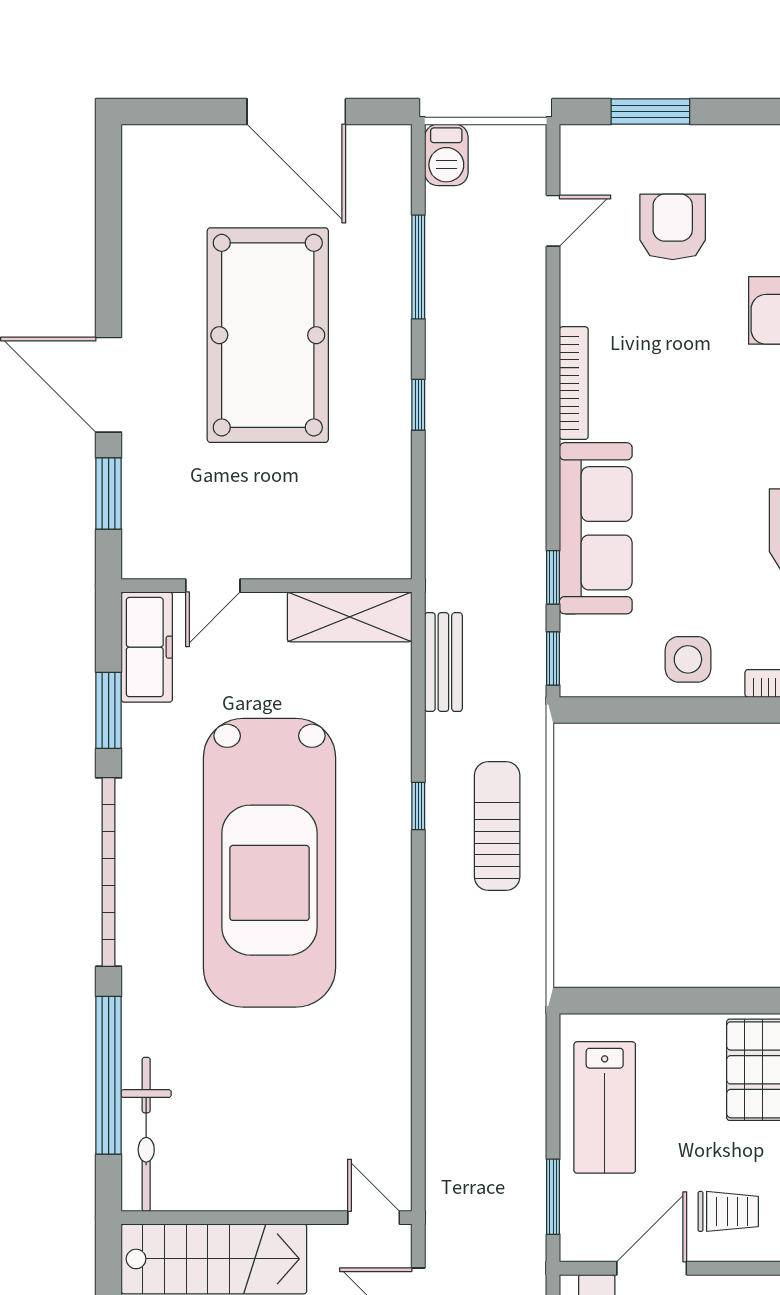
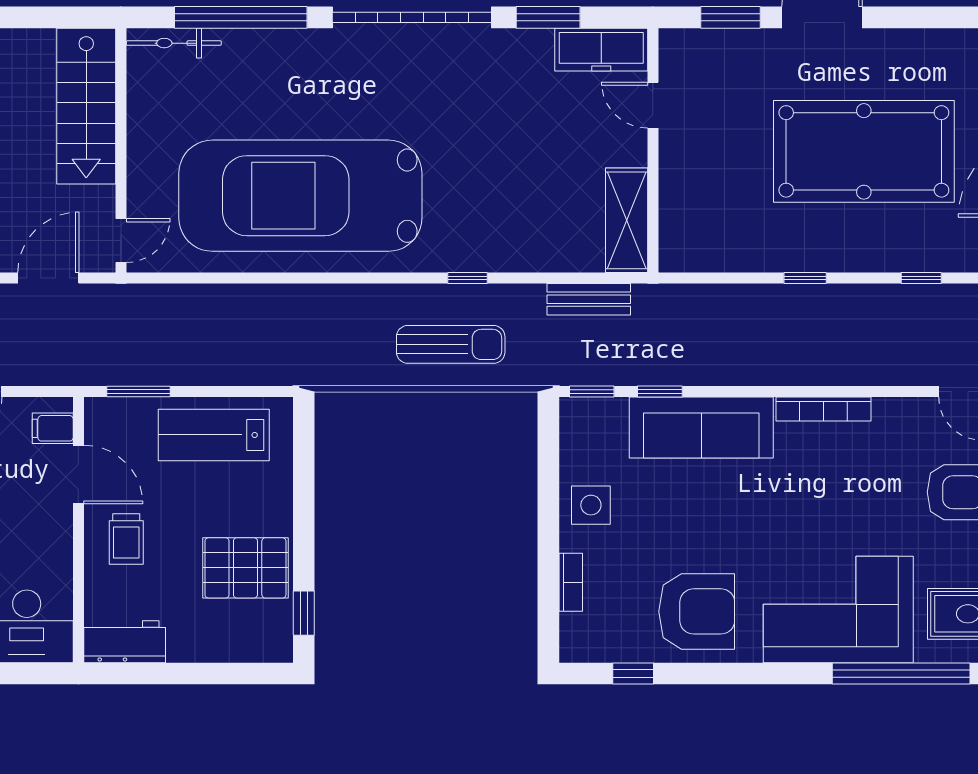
window: (418, 267) -> (921, 278), width x0.46
car: (270, 863) -> (300, 196), moved
bicycle: (146, 1134) -> (174, 43), width x0.73, depth x0.71

